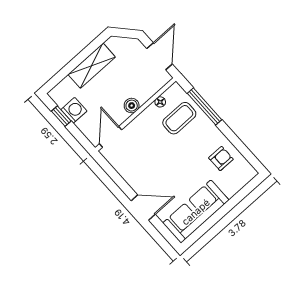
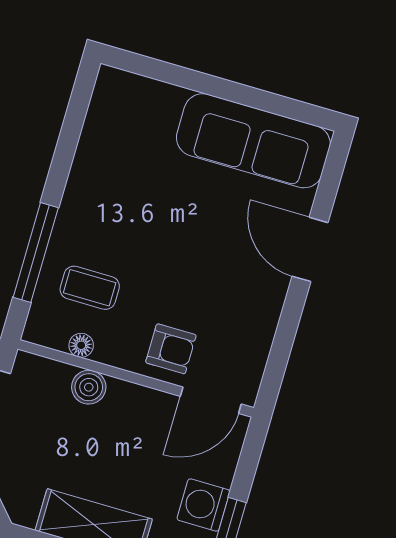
boiler: (132, 106) -> (89, 387), moved
coffee table: (179, 118) -> (90, 288), width x0.73, depth x0.77
armchair: (221, 159) -> (171, 349), moved, turned 180

